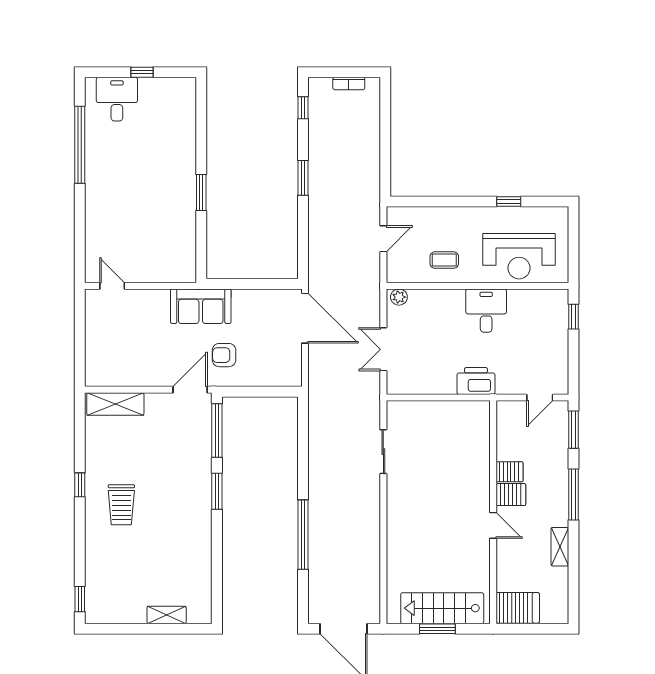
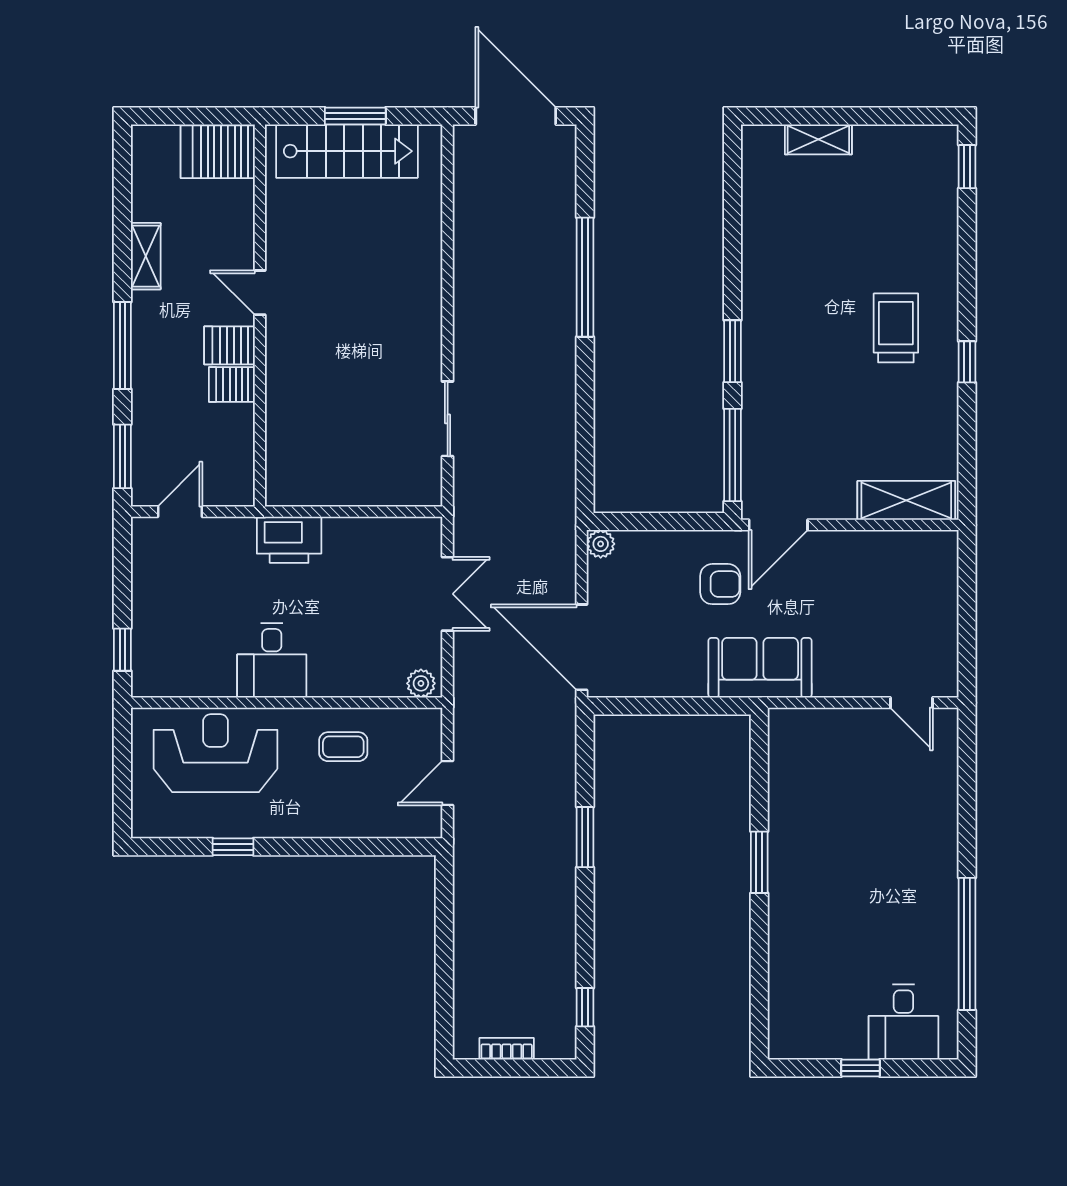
window: (303, 178) -> (585, 837), moved
plant: (294, 379) -> (601, 544), added

